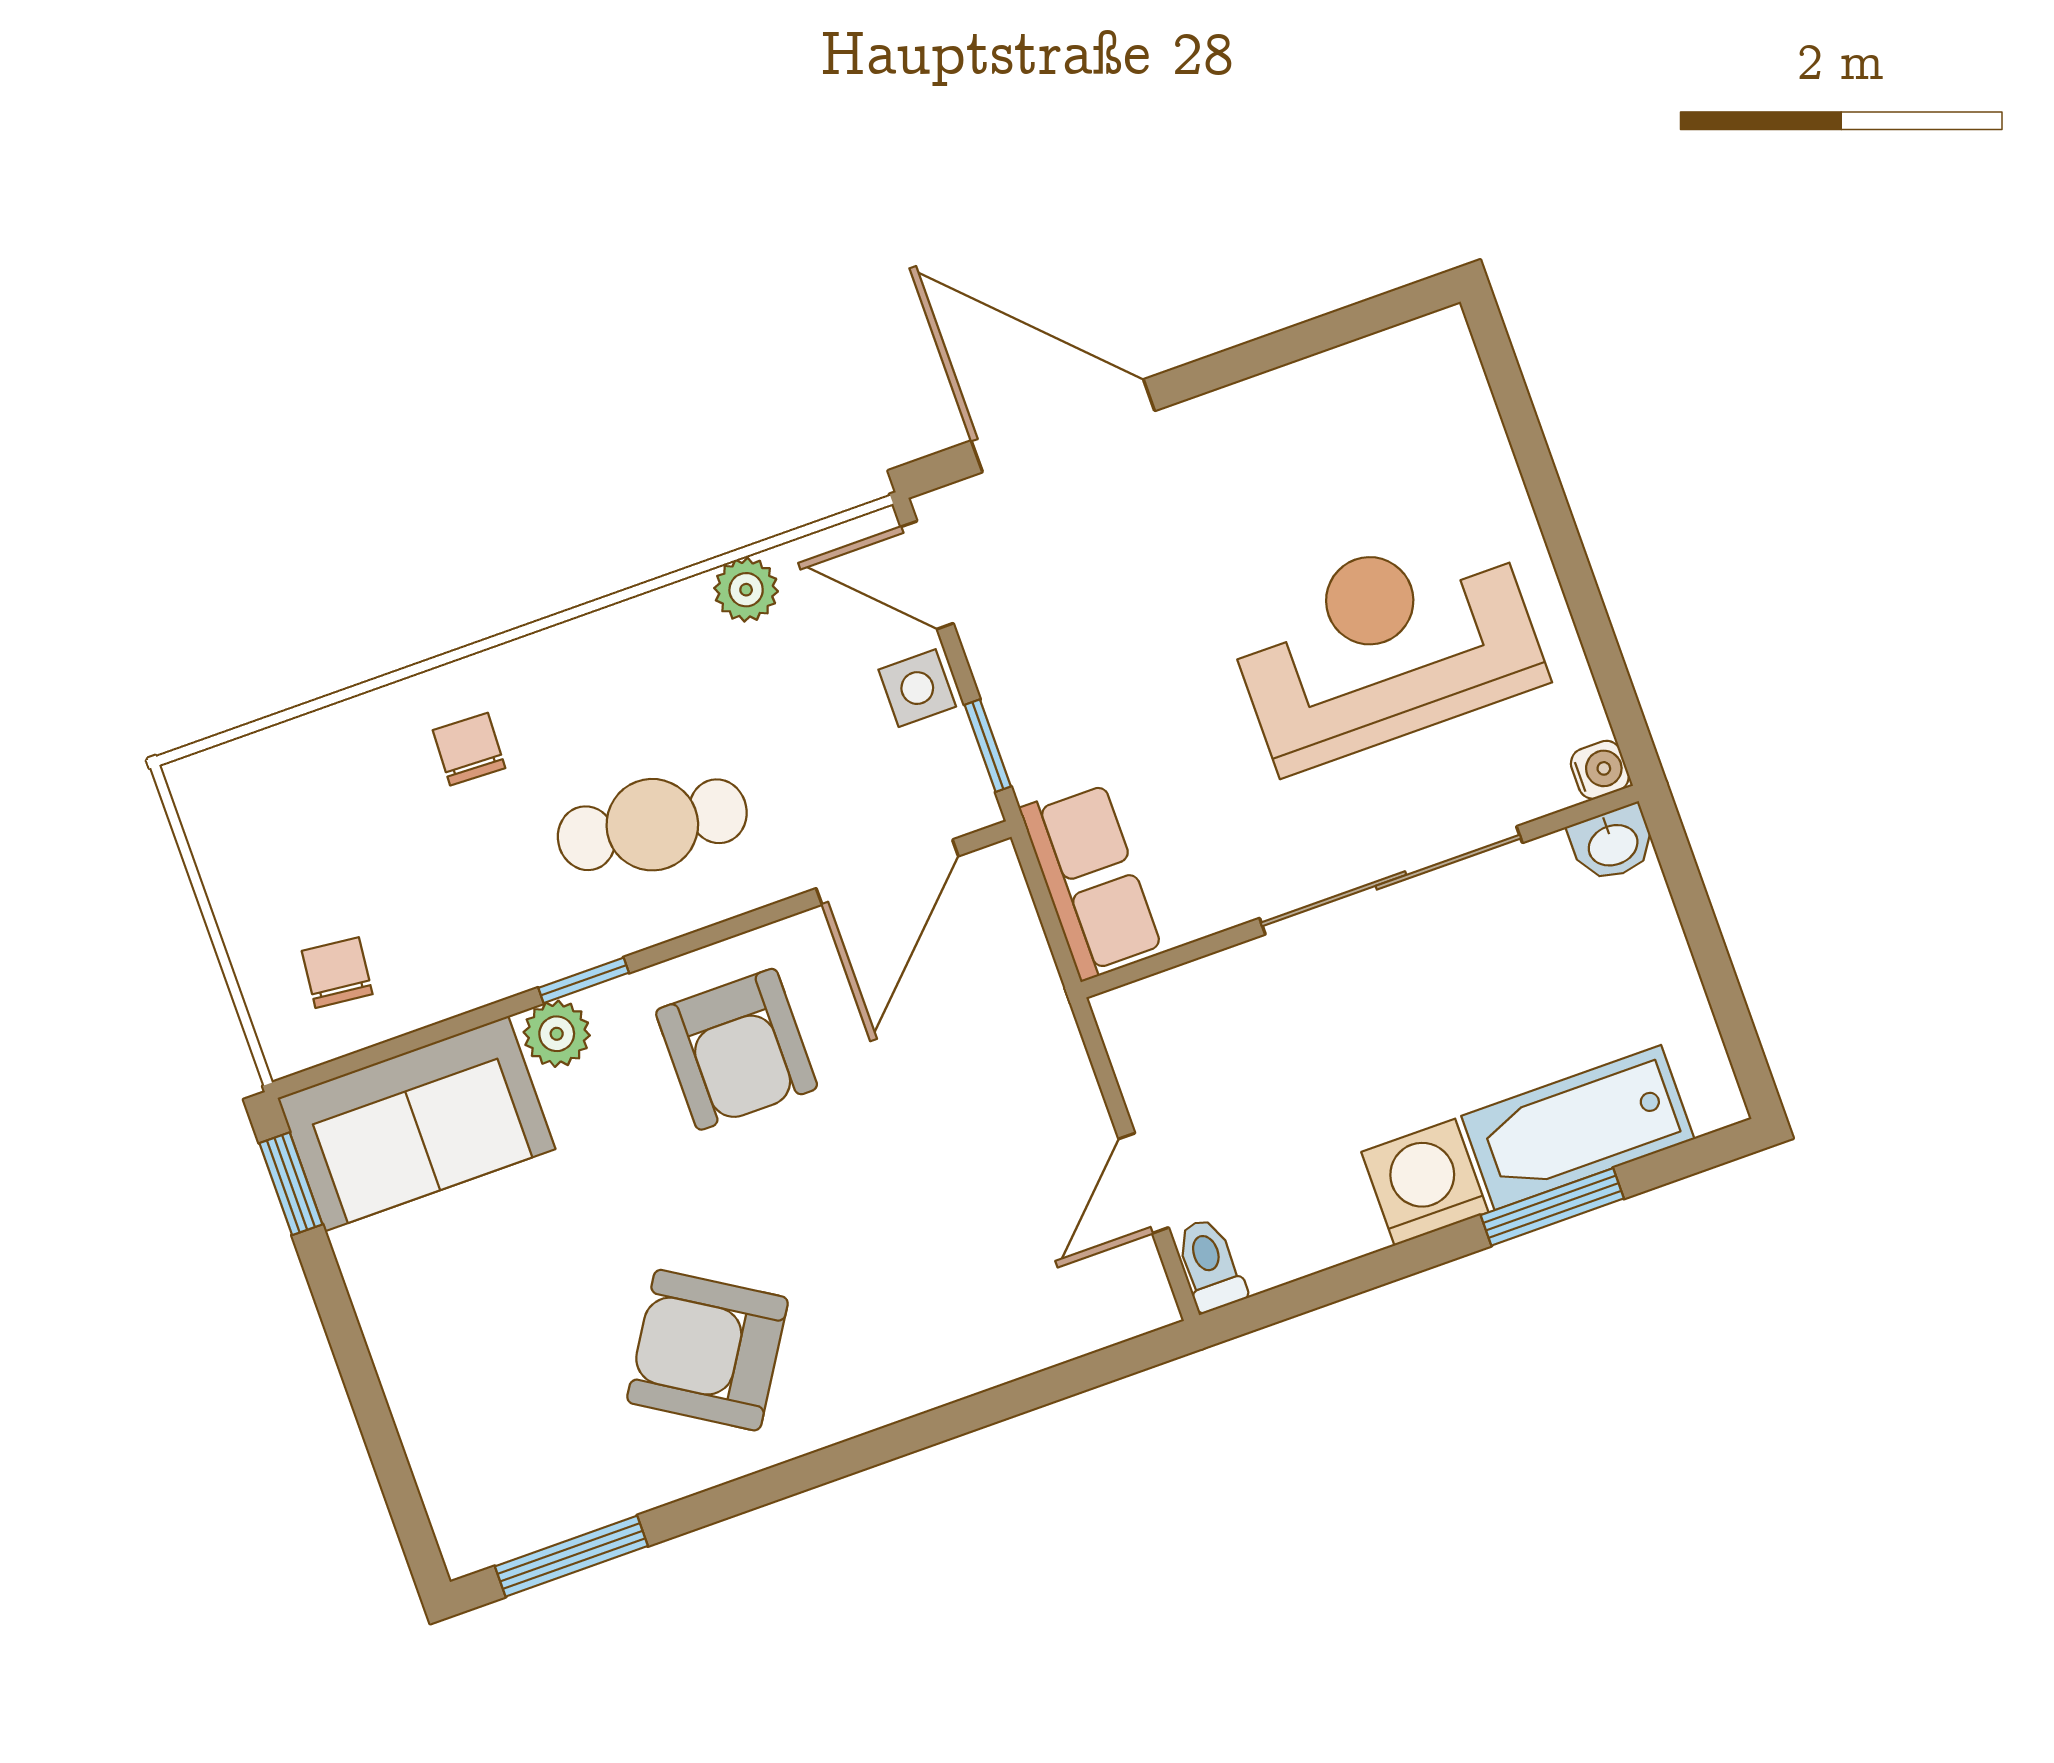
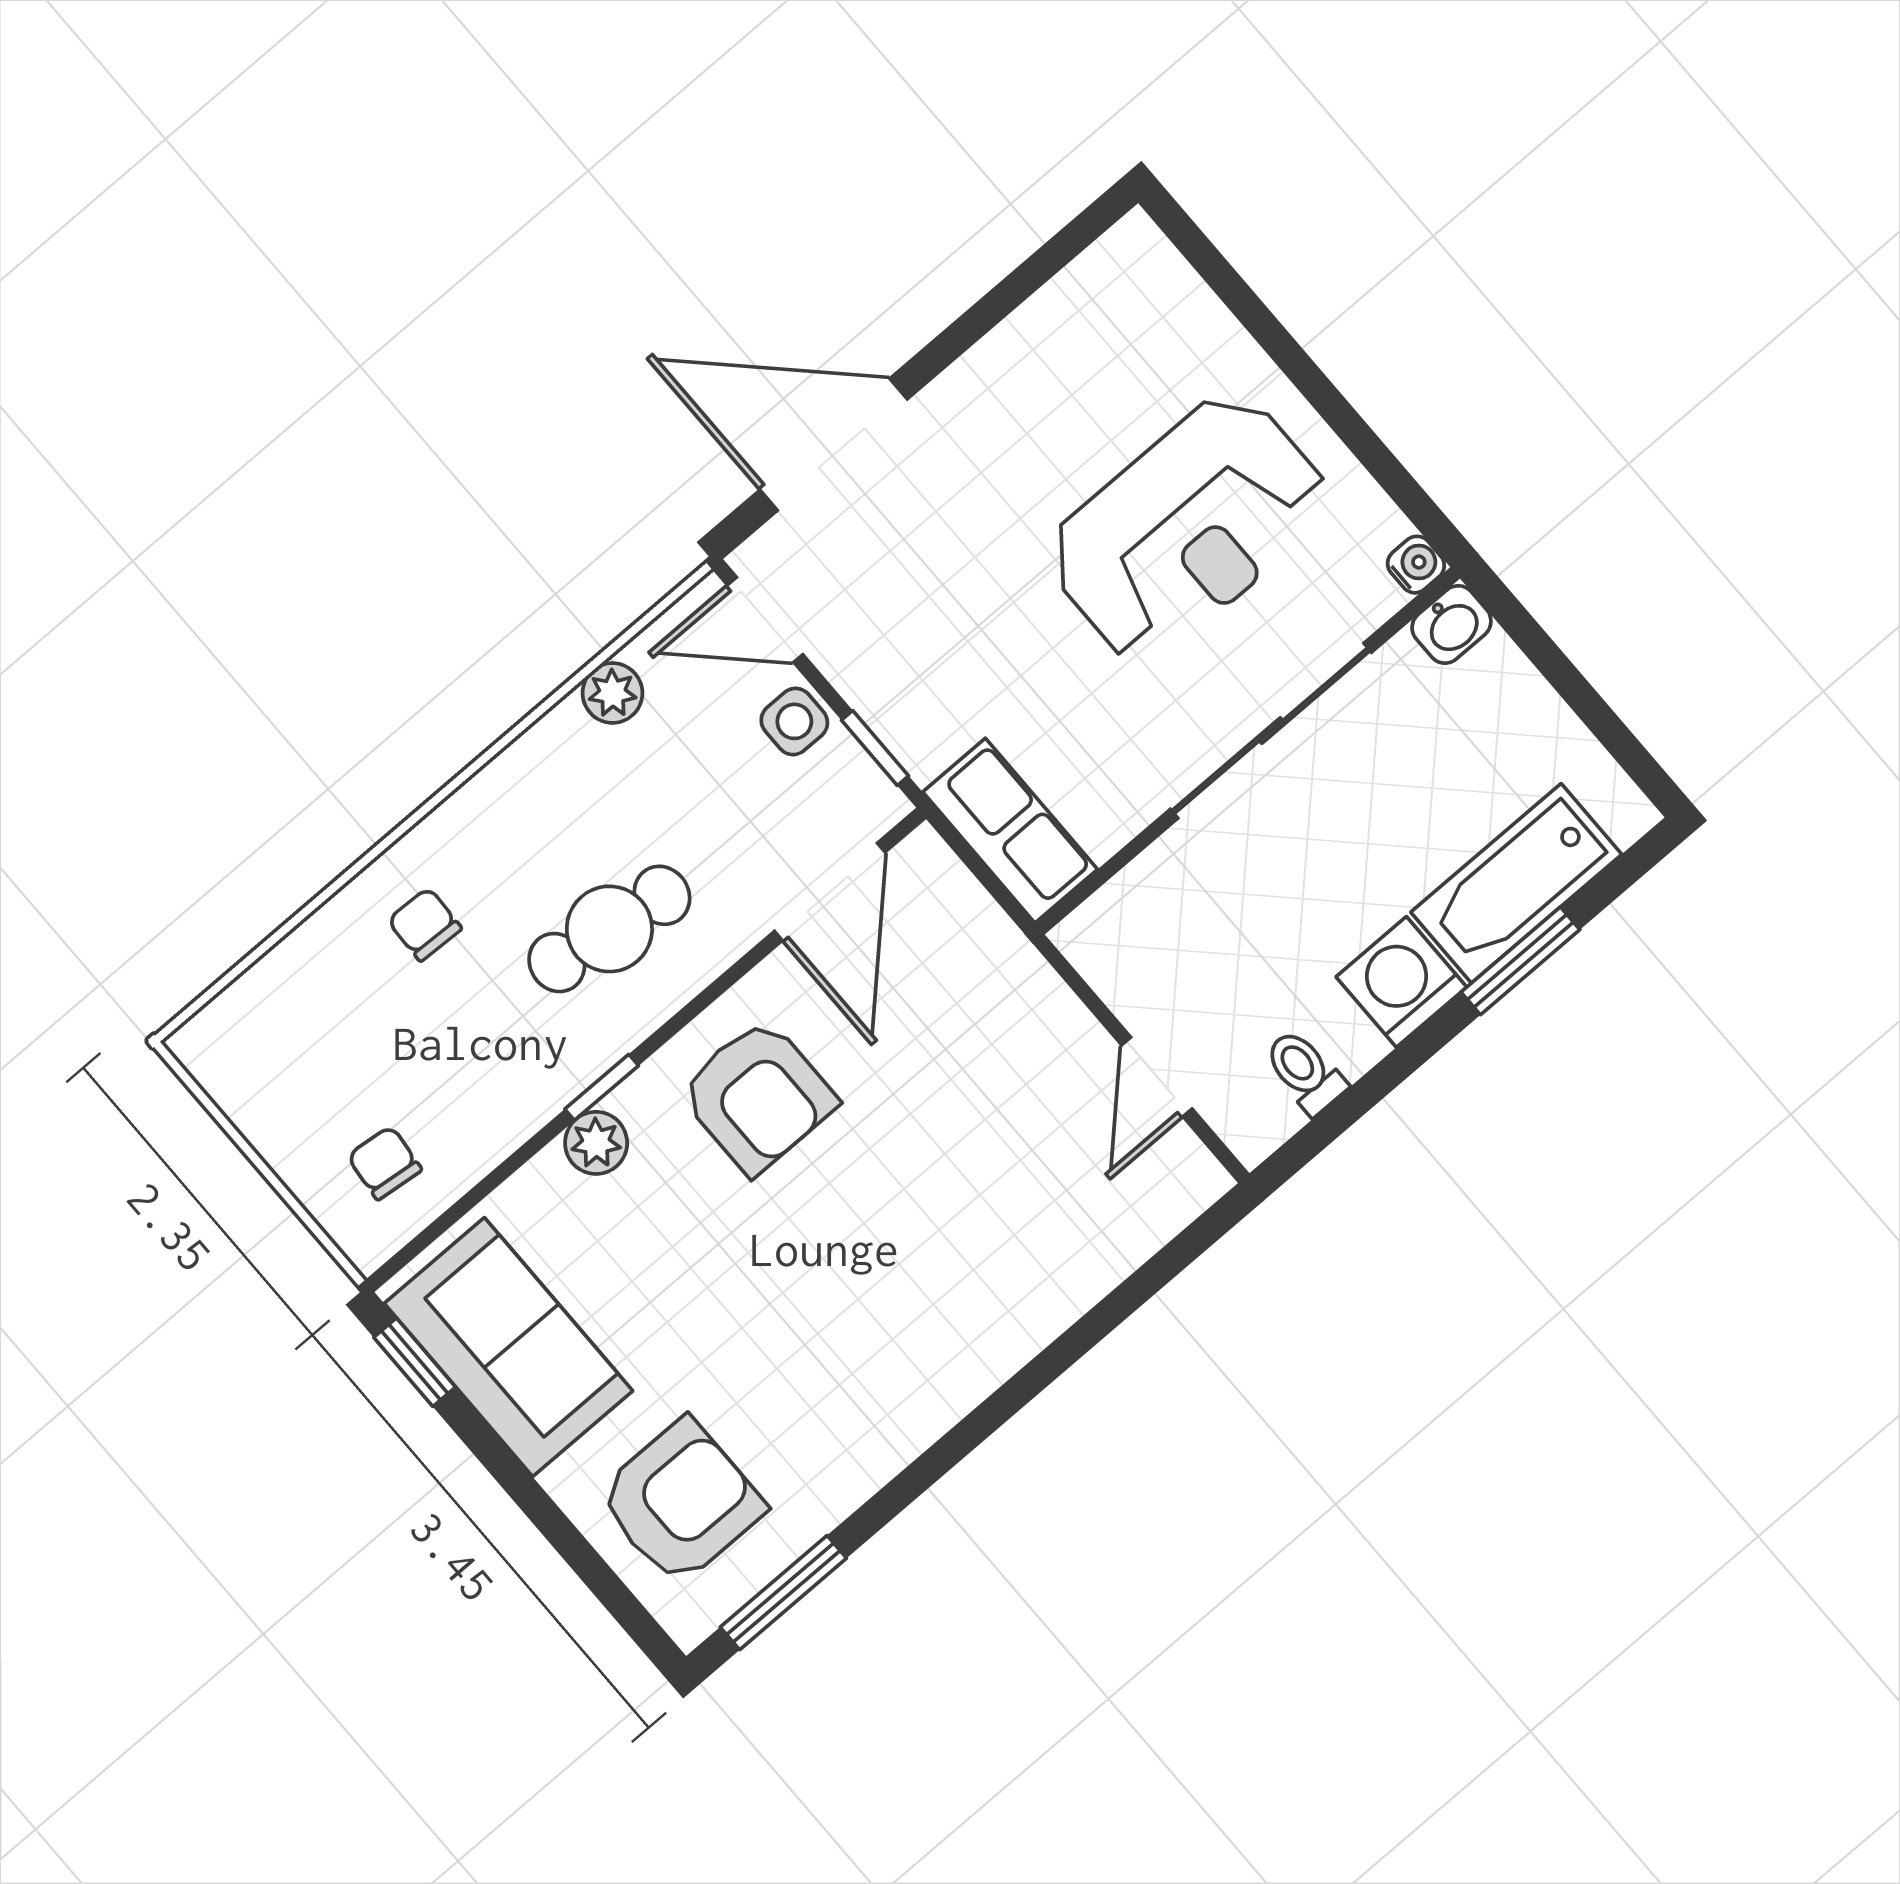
reception desk: (1386, 645) -> (1188, 528), turned 180
sofa: (416, 1123) -> (508, 1347), moved, turned -90
toilet: (1210, 1265) -> (1305, 1072), moved
armchair: (707, 1350) -> (681, 1502), moved, turned 148

